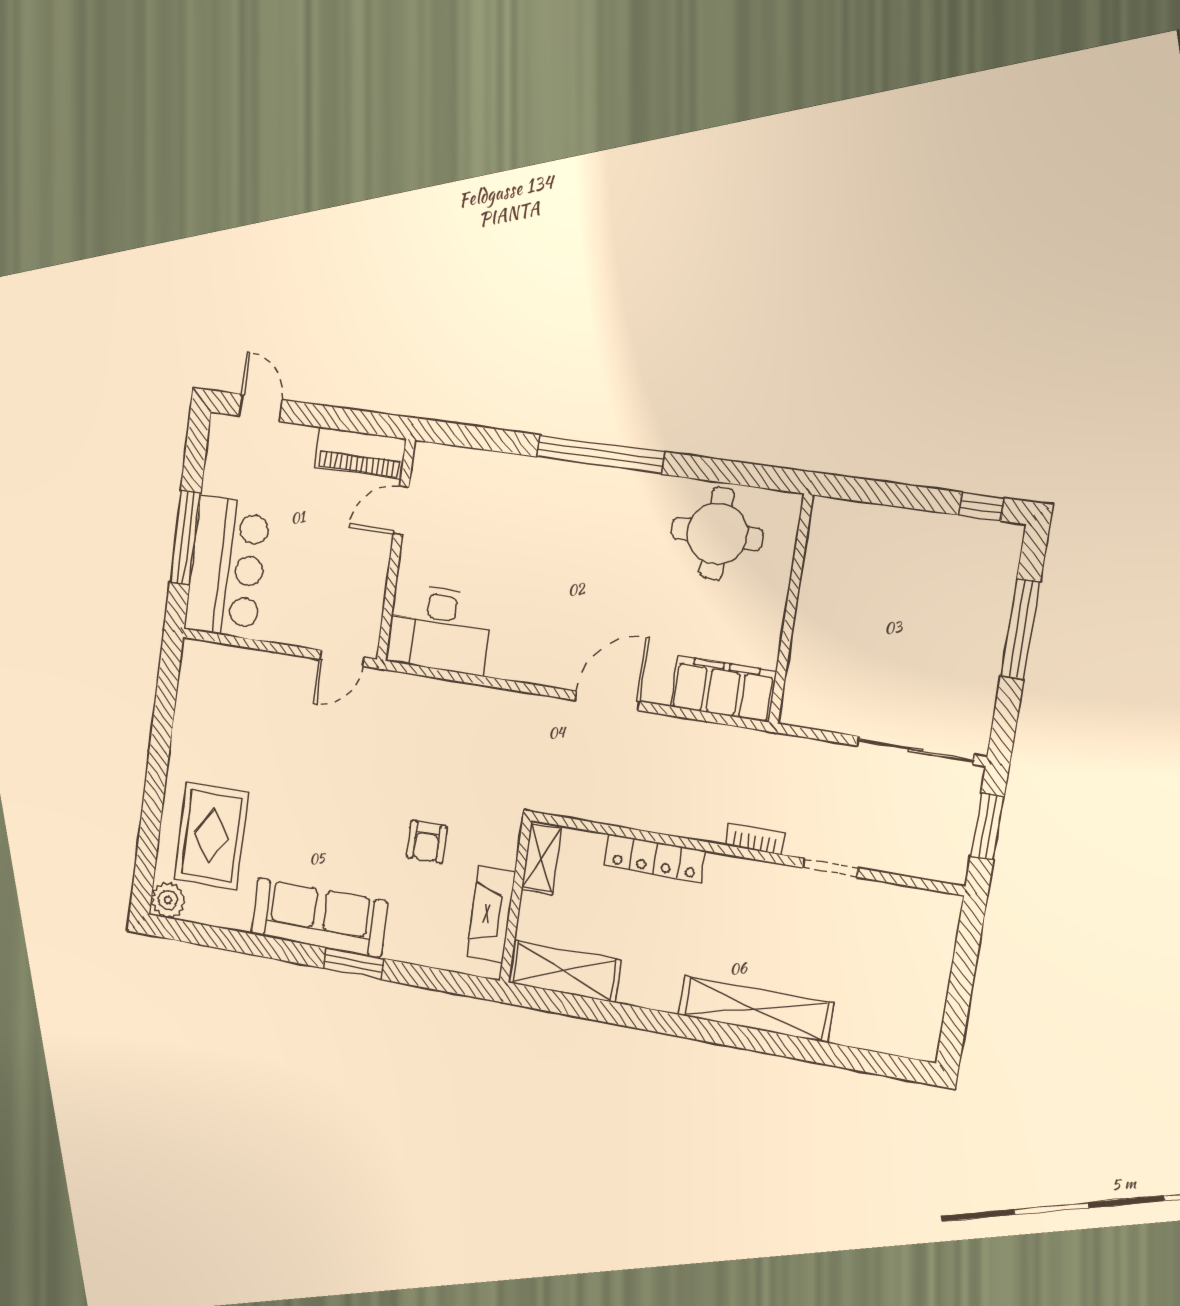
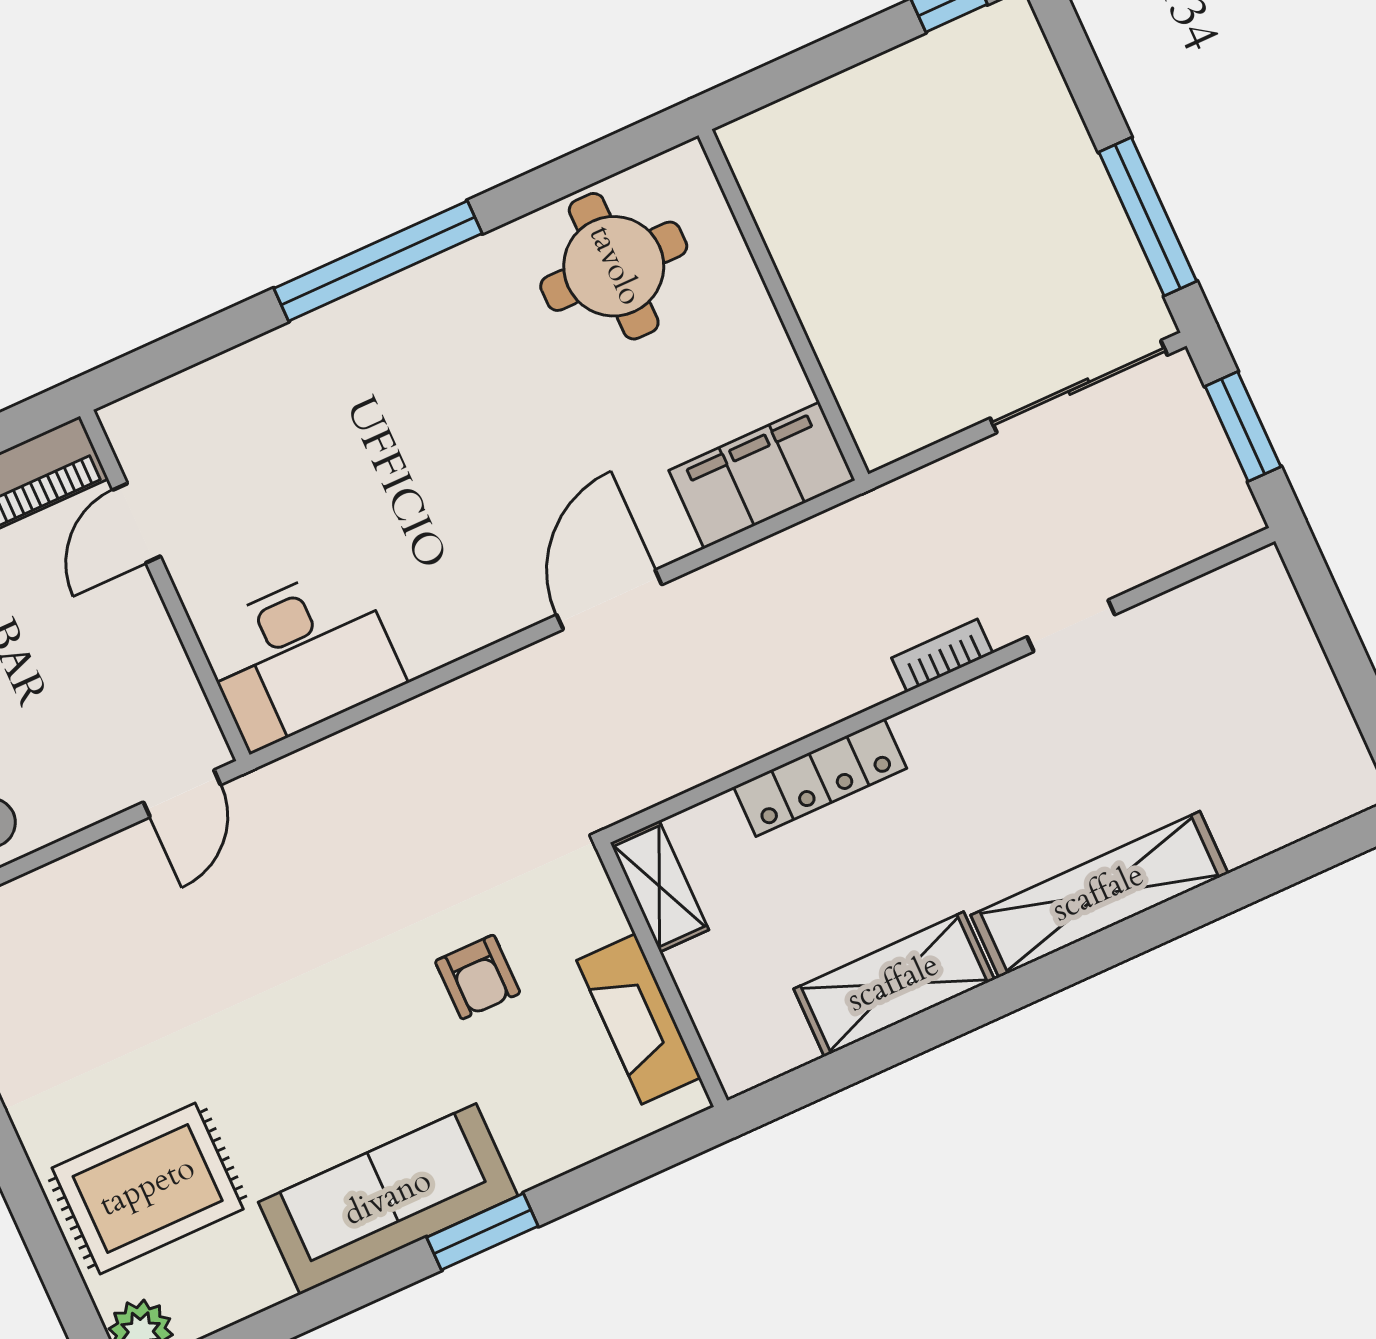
window: (1020, 629) -> (1148, 217), moved
rug: (211, 836) -> (148, 1188), turned 90
shelving: (564, 971) -> (894, 984), moved

